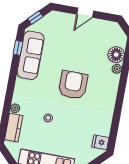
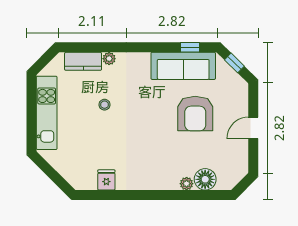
door: (85, 13) -> (253, 128), hinge flipped
armchair: (73, 85) -> (195, 114), moved, turned 90
fridge: (100, 142) -> (106, 180), moved

